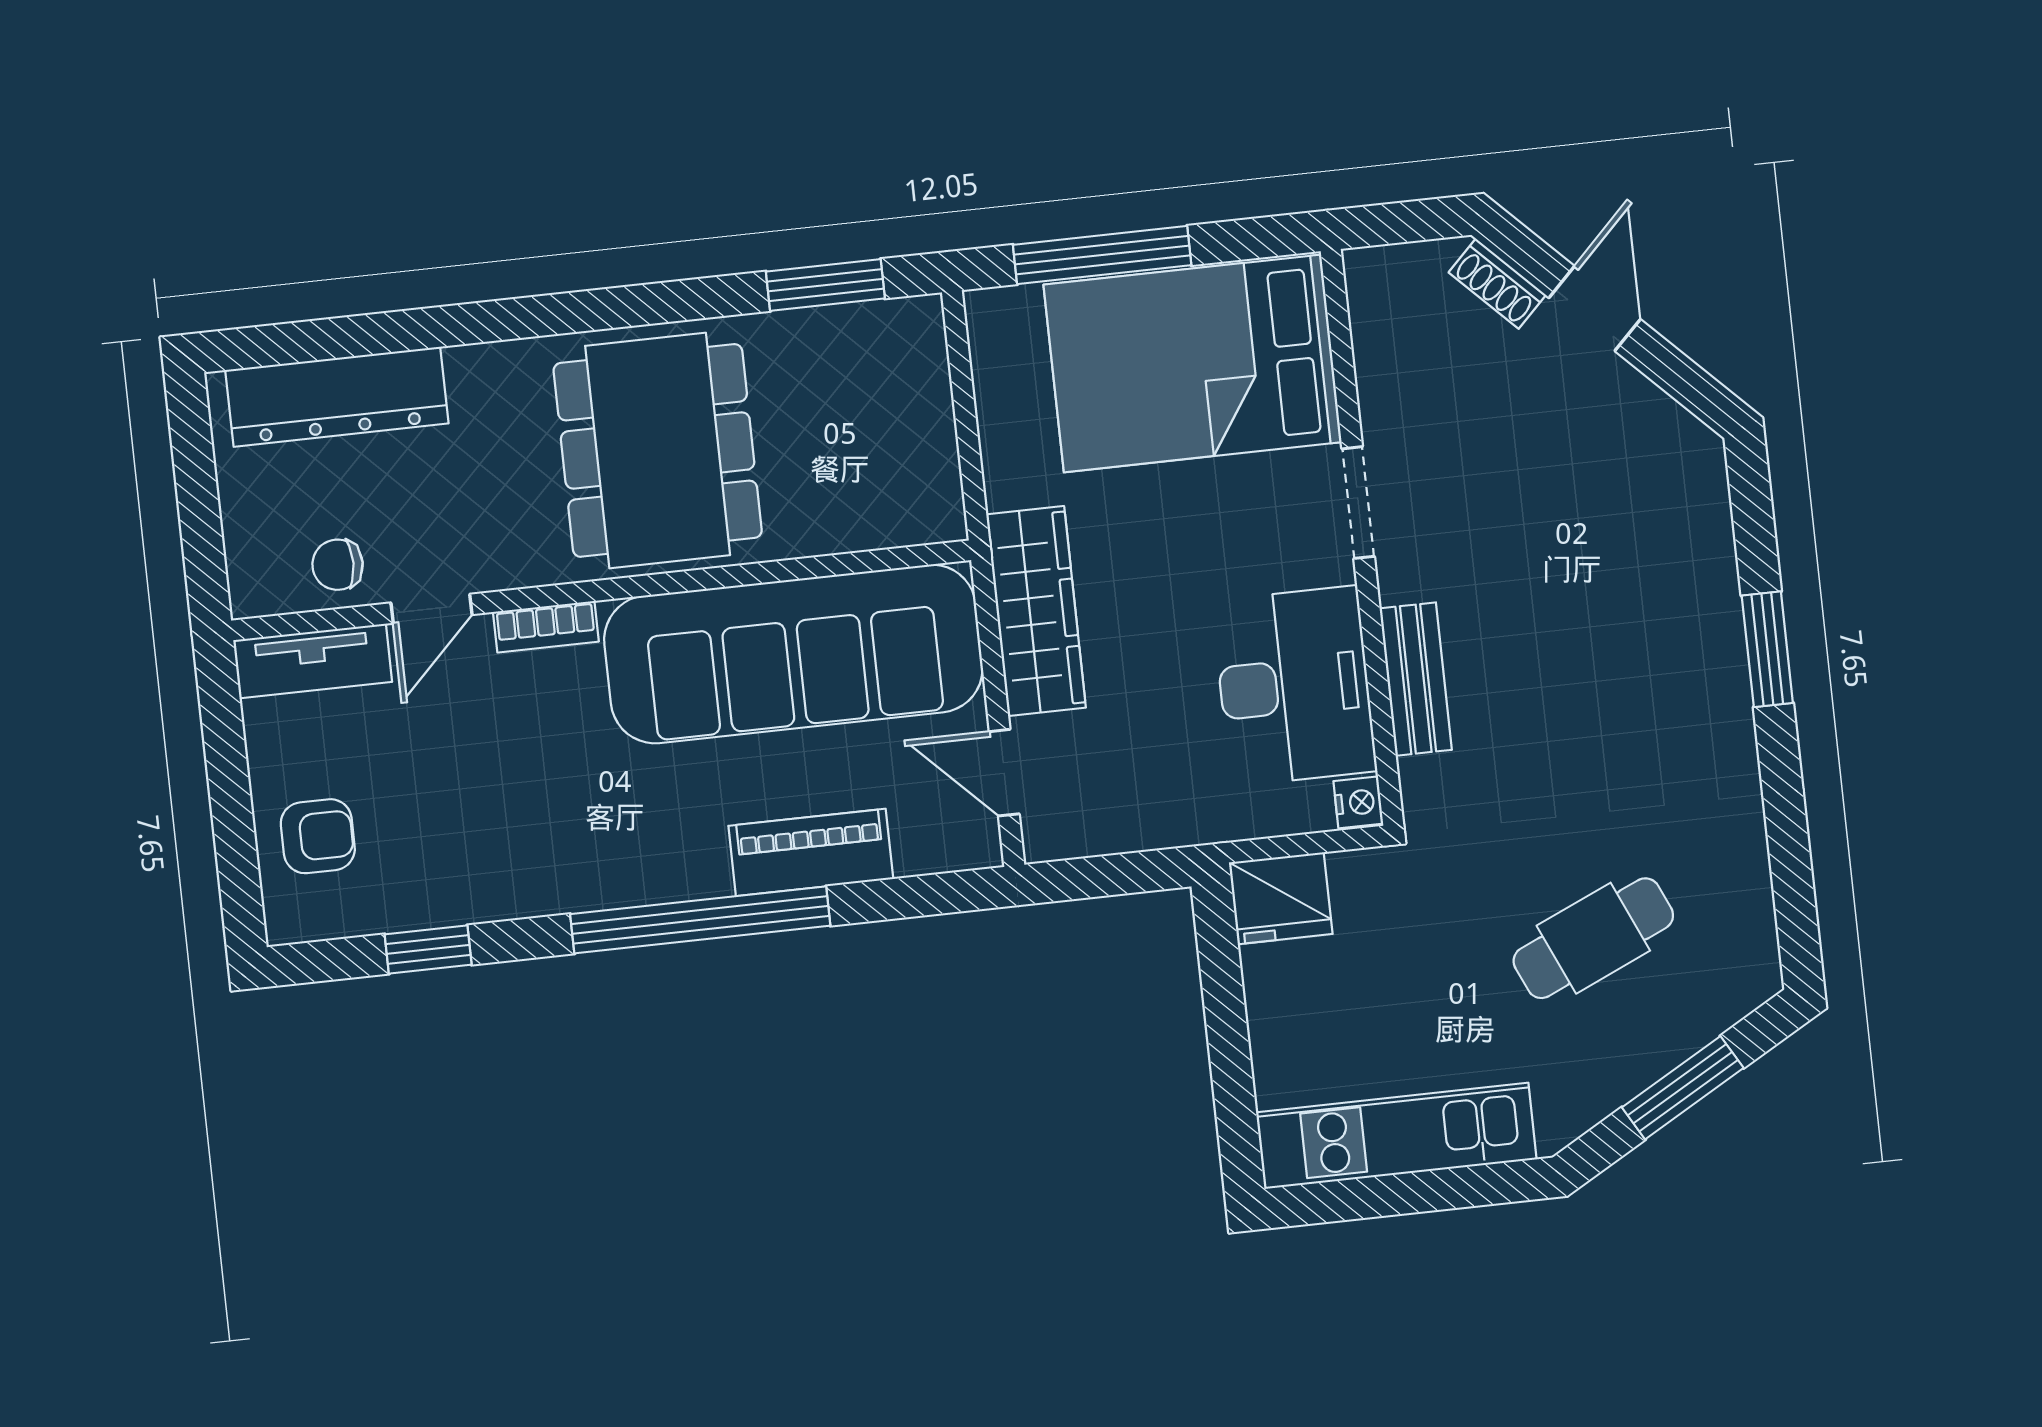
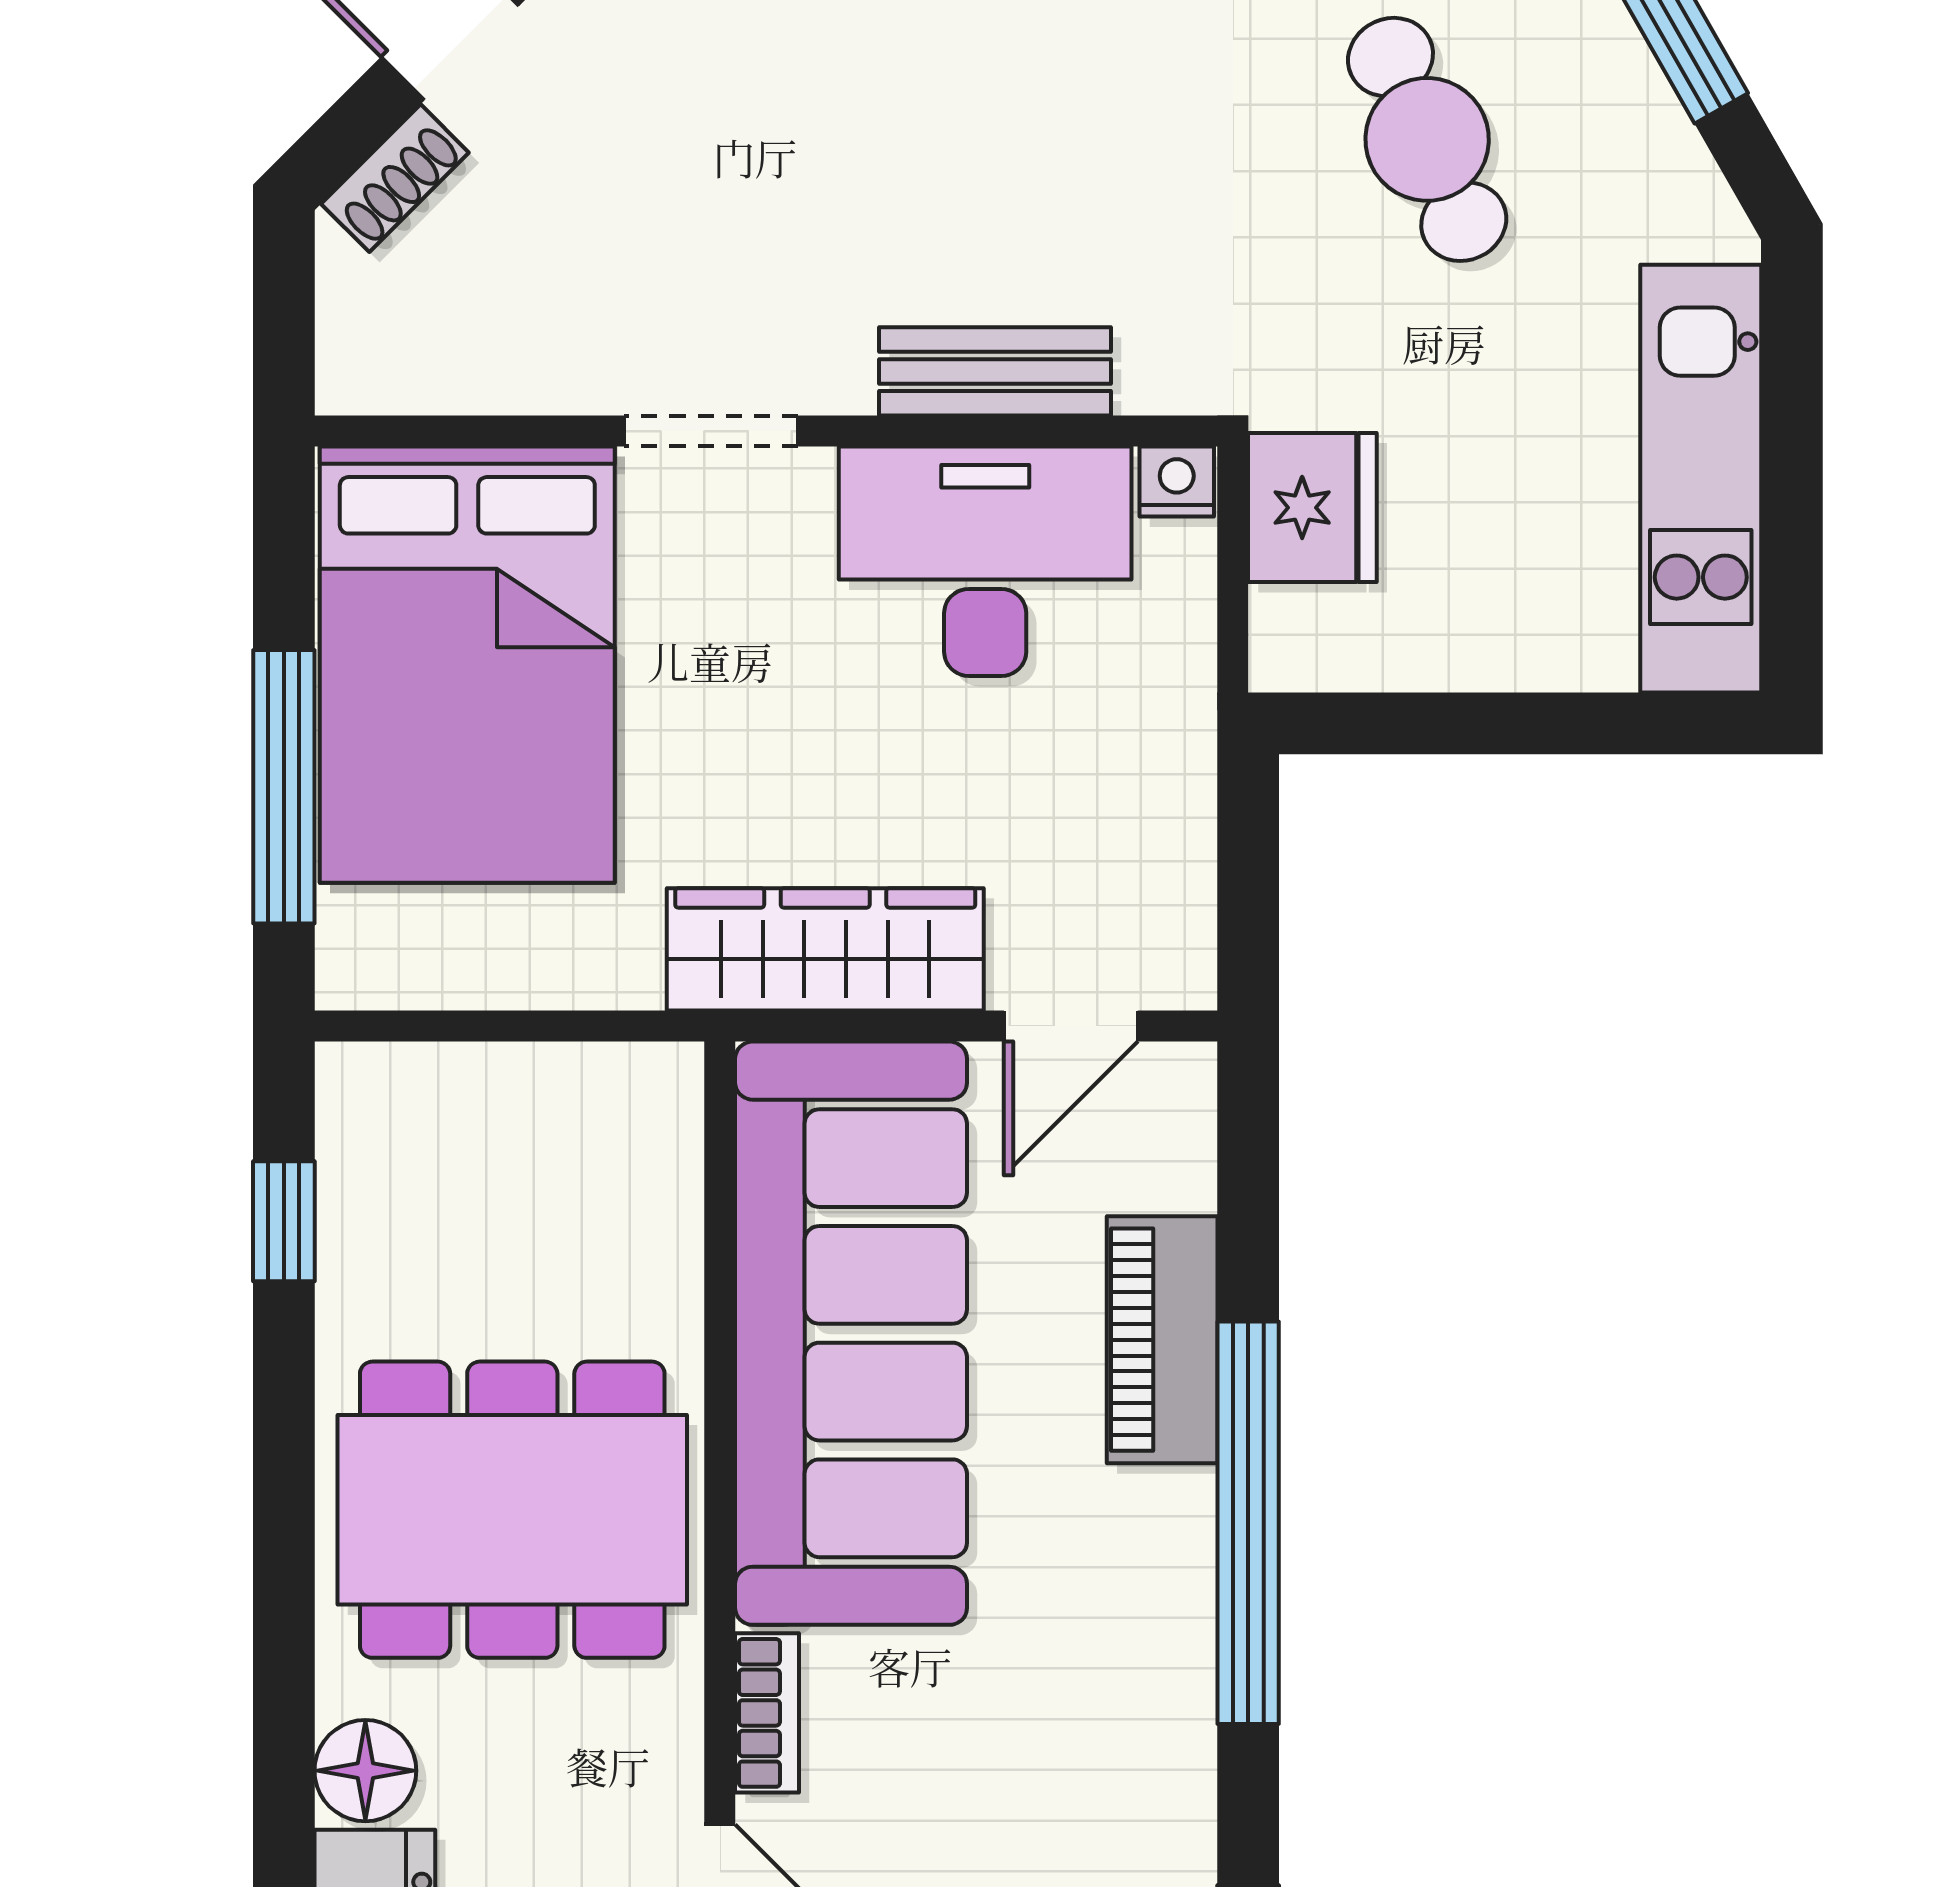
window: (825, 285) -> (284, 1221), width x0.67
floor lamp: (481, 375) -> (365, 1771), added
fridge: (1281, 898) -> (1312, 508), moved

